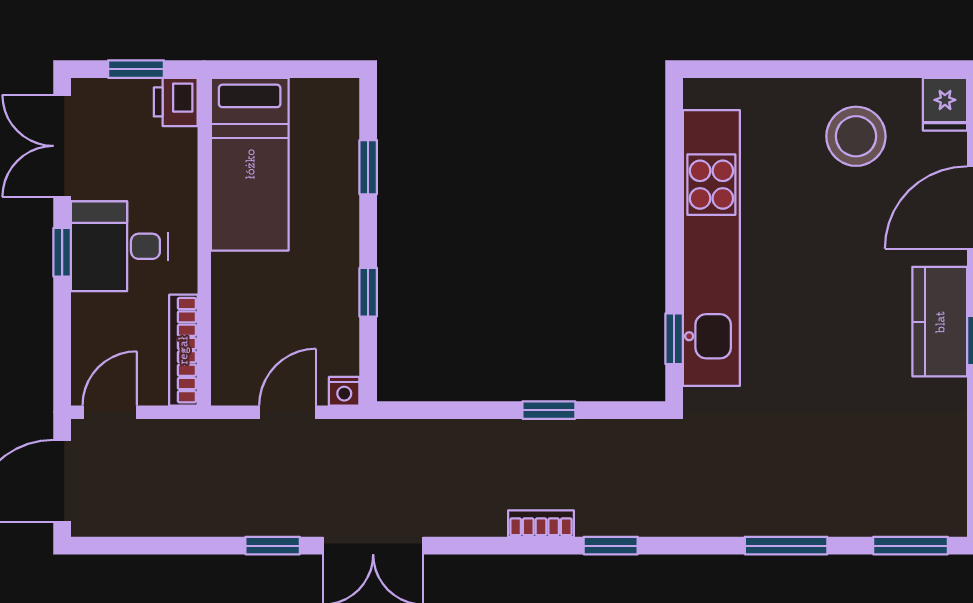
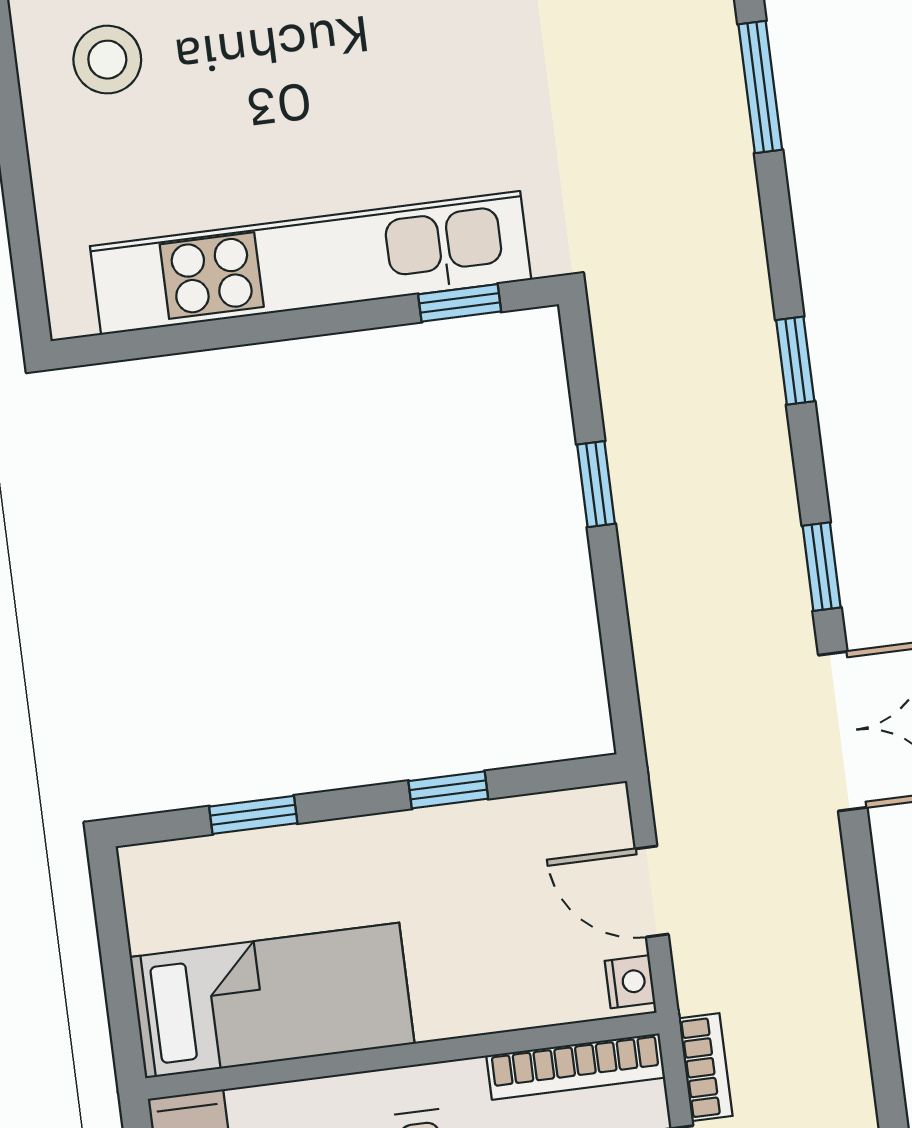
stool: (856, 136) -> (107, 60), width x0.73, depth x0.73
nightstand: (344, 391) -> (630, 982), moved
bookcase: (541, 524) -> (706, 1067), moved, turned 180
window: (273, 546) -> (822, 567), moved

